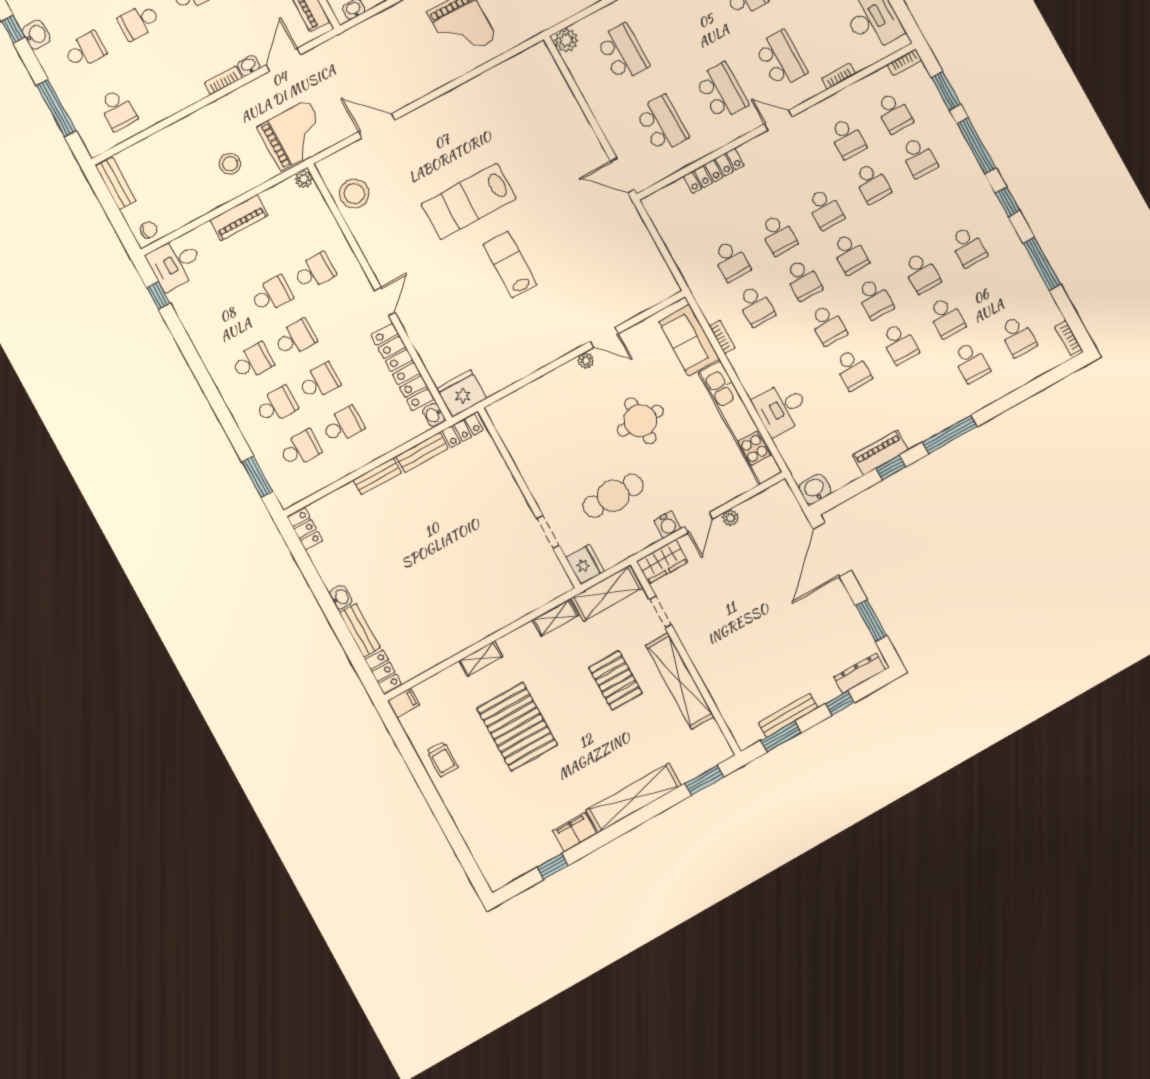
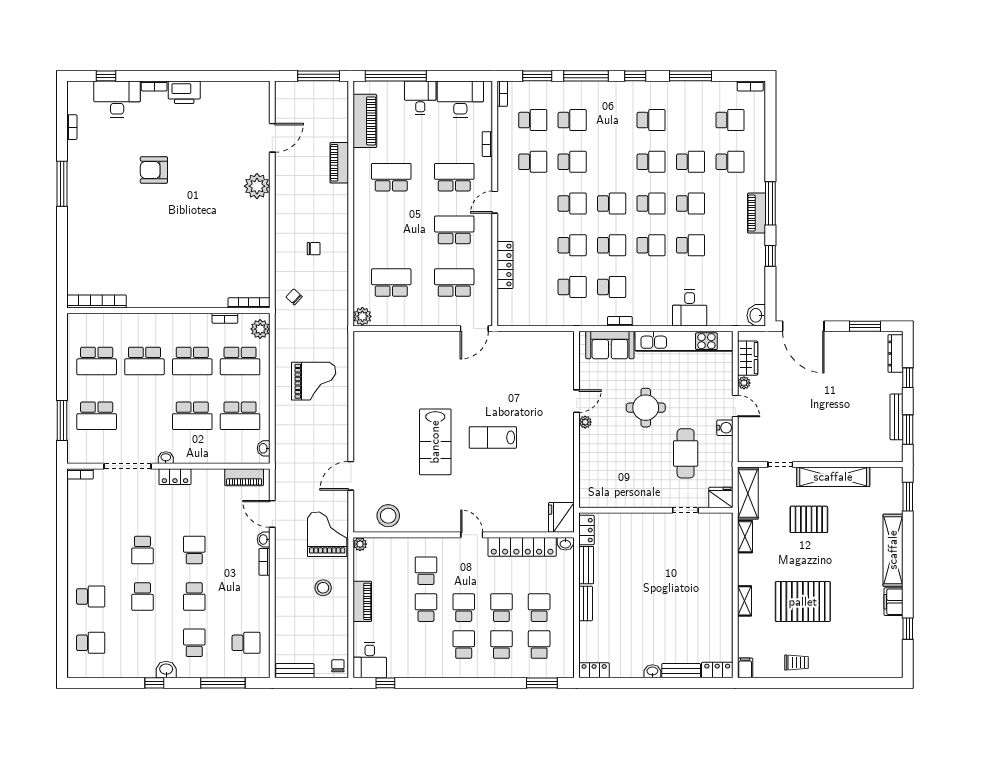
piano: (880, 453) -> (756, 213), moved
wardrobe: (662, 562) -> (748, 358), moved

